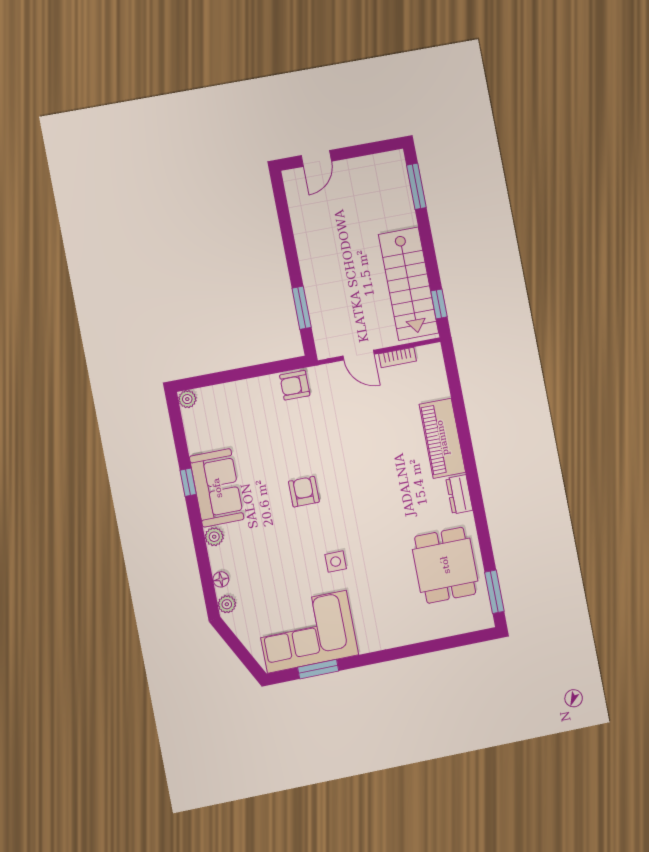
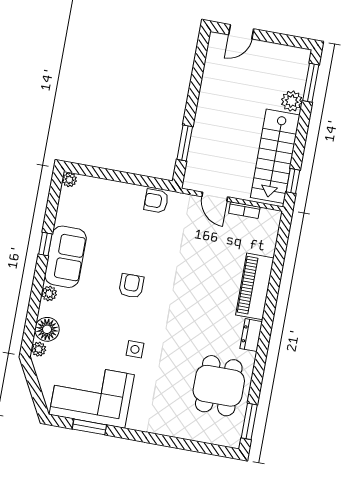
plant: (403, 215) -> (292, 101), added
floor lamp: (221, 579) -> (47, 329), width x1.89, depth x1.89

